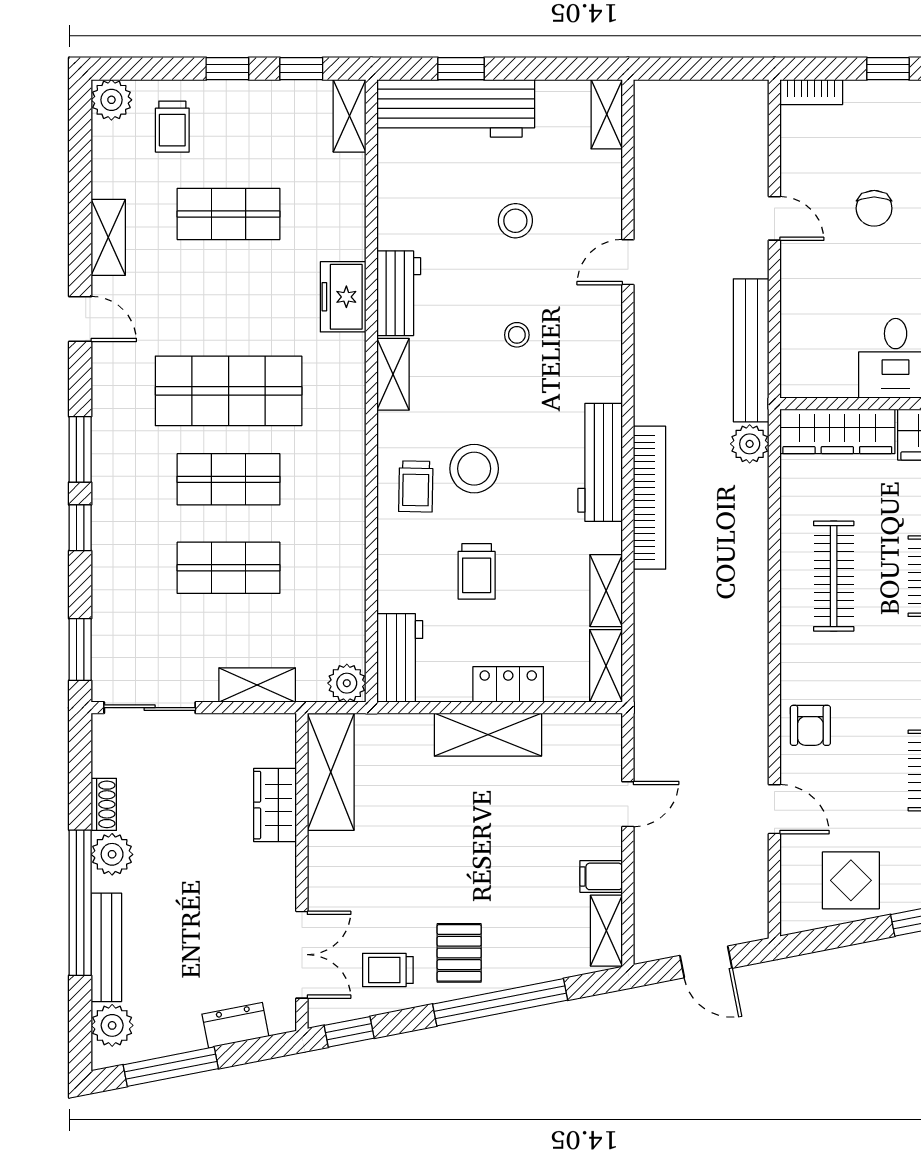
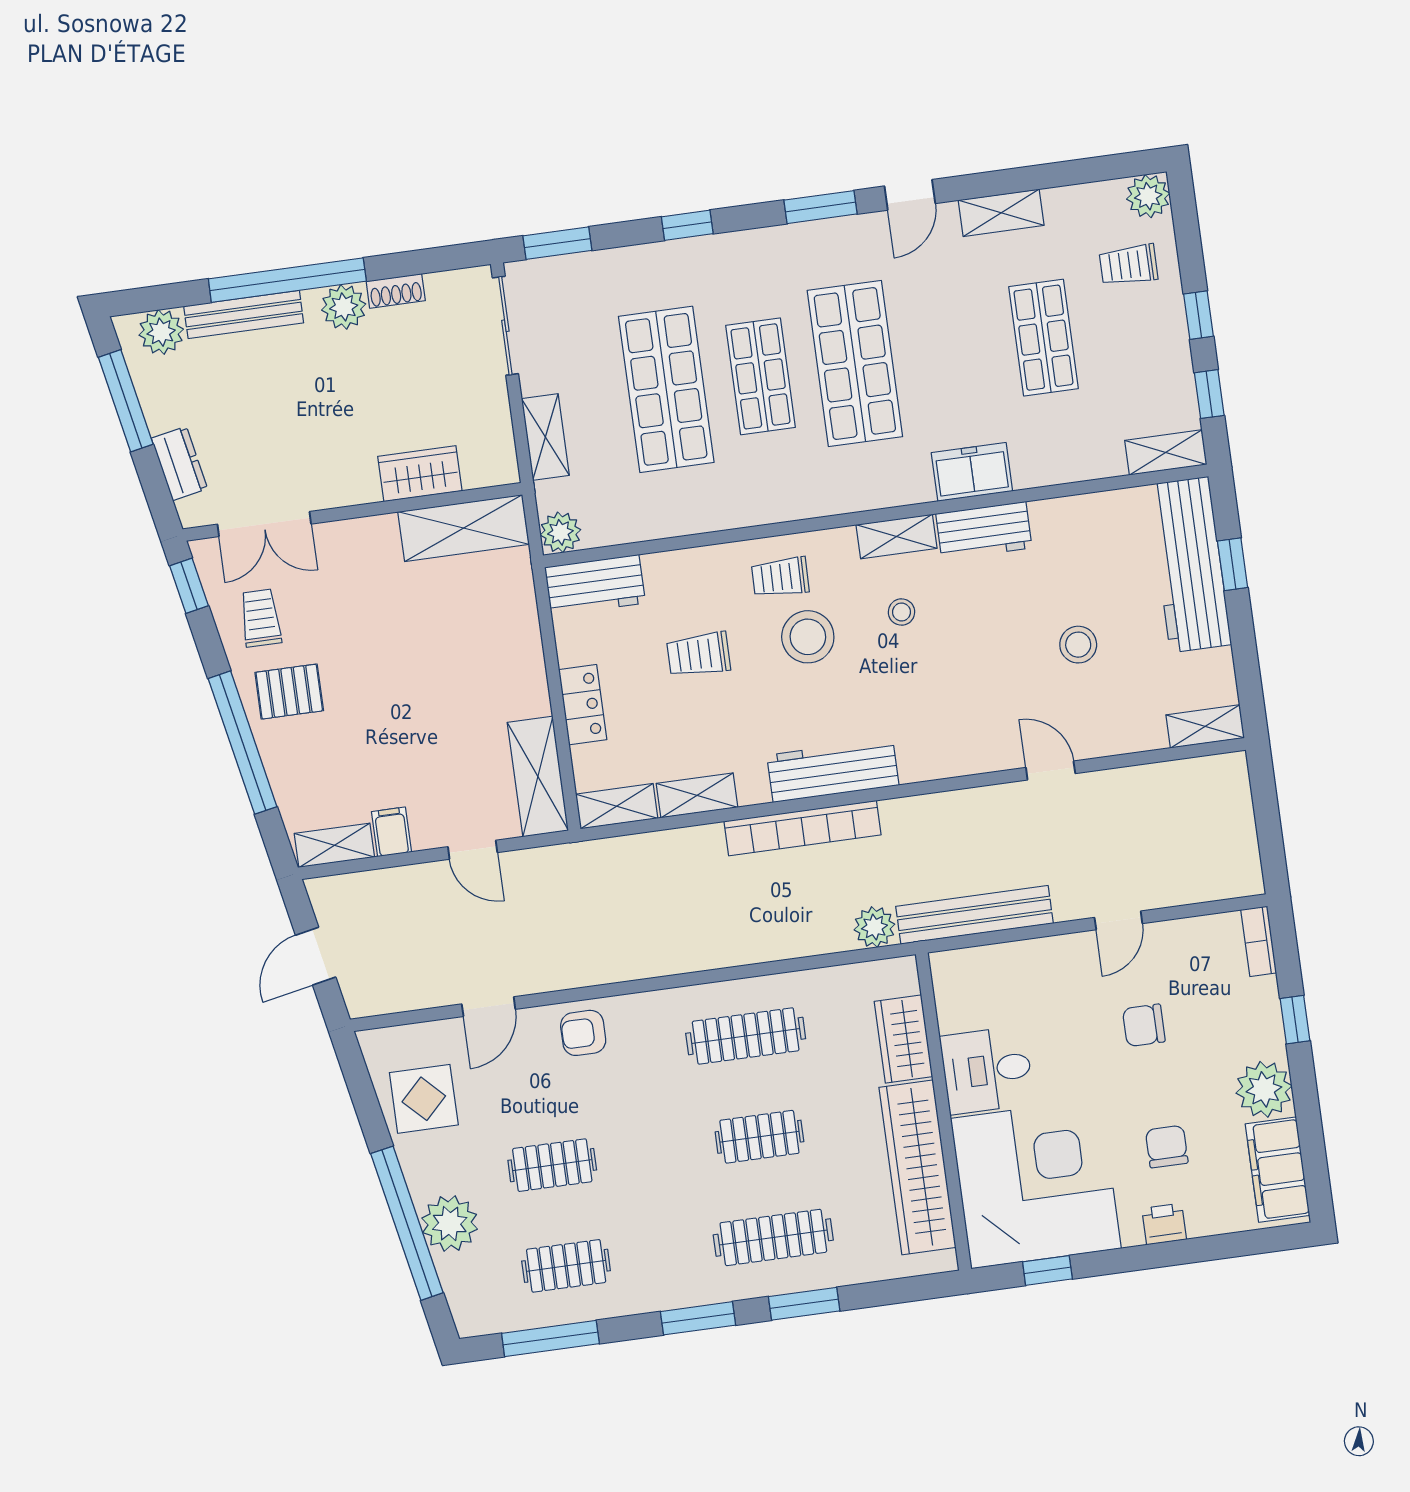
stool: (517, 335) -> (901, 612), moved
wardrobe: (837, 431) -> (903, 1039), width x0.67
window: (80, 449) -> (821, 207), moved
shop shelf: (229, 568) -> (666, 389), width x1.43, depth x1.36
shelving: (488, 735) -> (538, 776), moved

